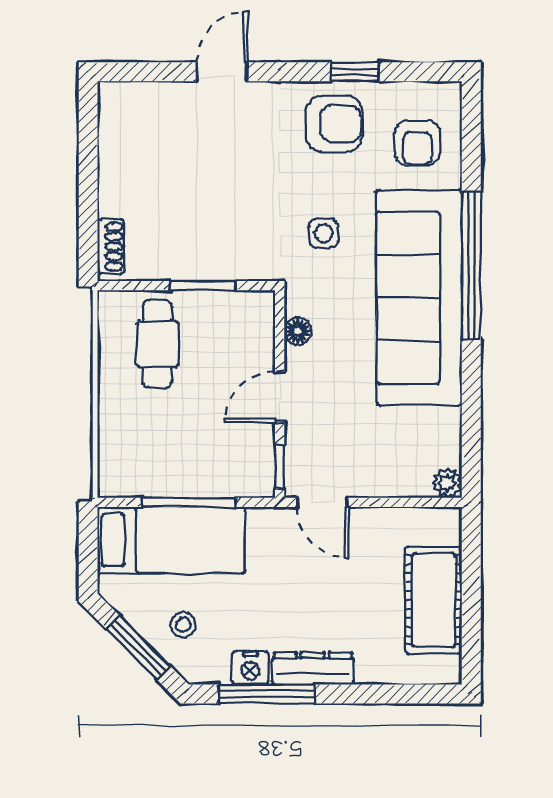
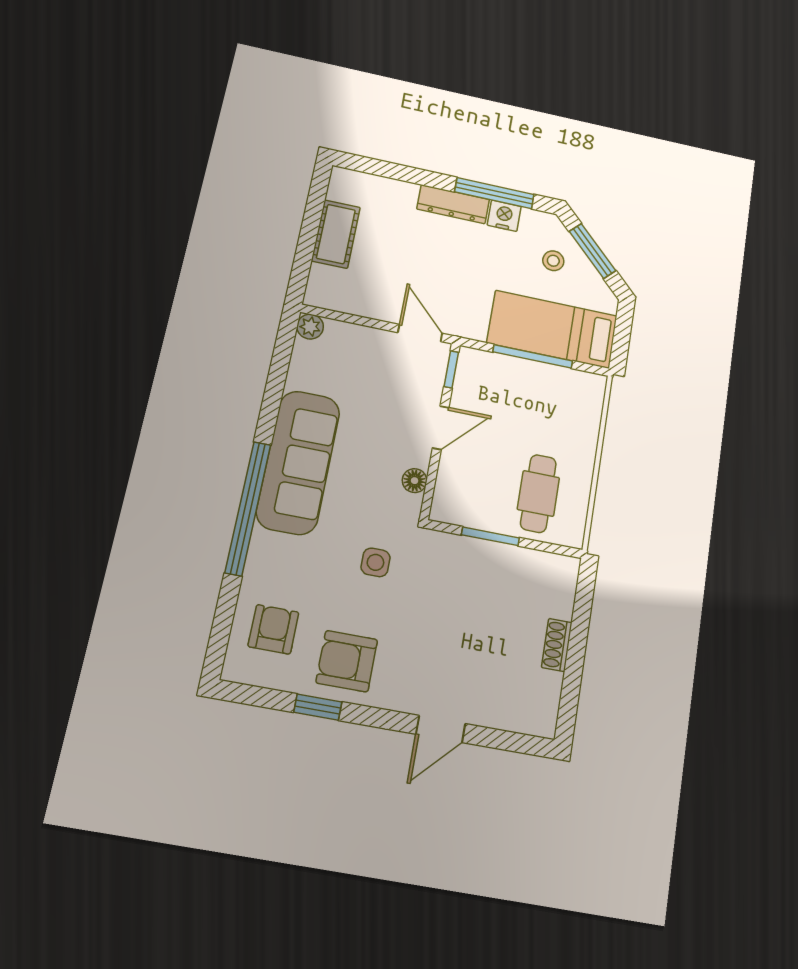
shoe rack: (111, 246) -> (557, 645), moved
sofa: (419, 298) -> (298, 462), width x0.74, depth x0.79
cot: (433, 600) -> (336, 234), width x0.73, depth x0.75

